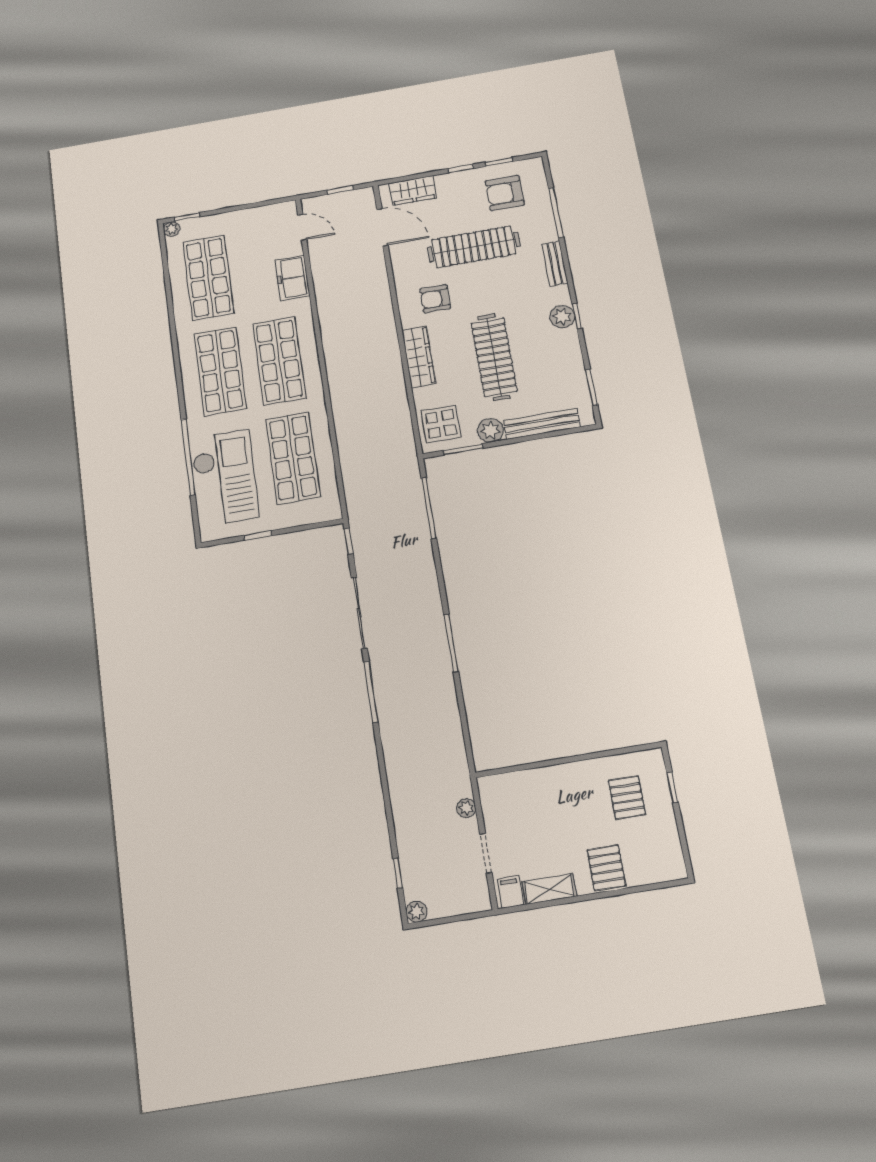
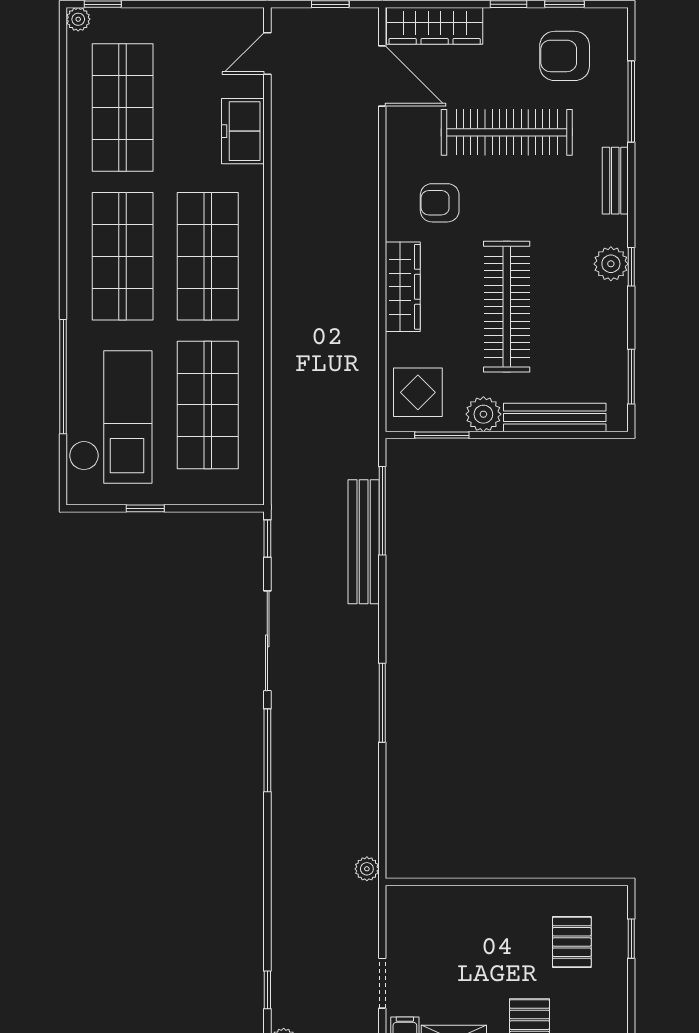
wardrobe: (413, 190) -> (435, 26), width x1.50
door: (302, 227) -> (267, 53), swing flipped
bench: (419, 532) -> (364, 542), added
plant: (466, 808) -> (367, 869), moved

